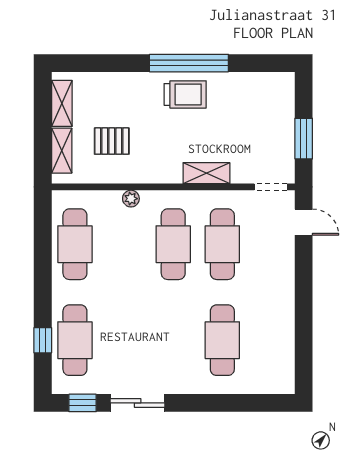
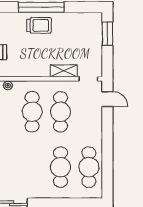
window: (304, 139) -> (107, 34), moved
shelving: (206, 173) -> (64, 71), moved
cafe table: (271, 340) -> (89, 167), added

